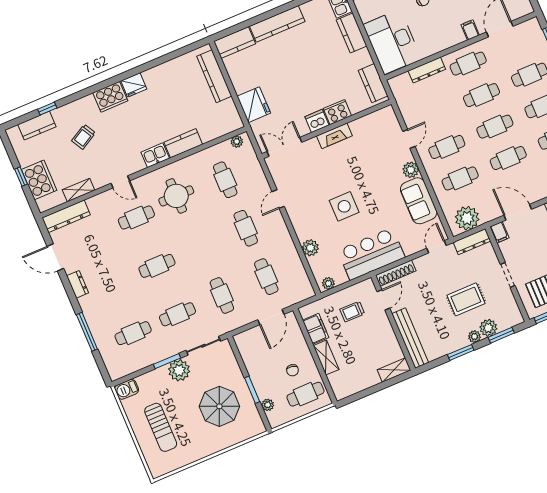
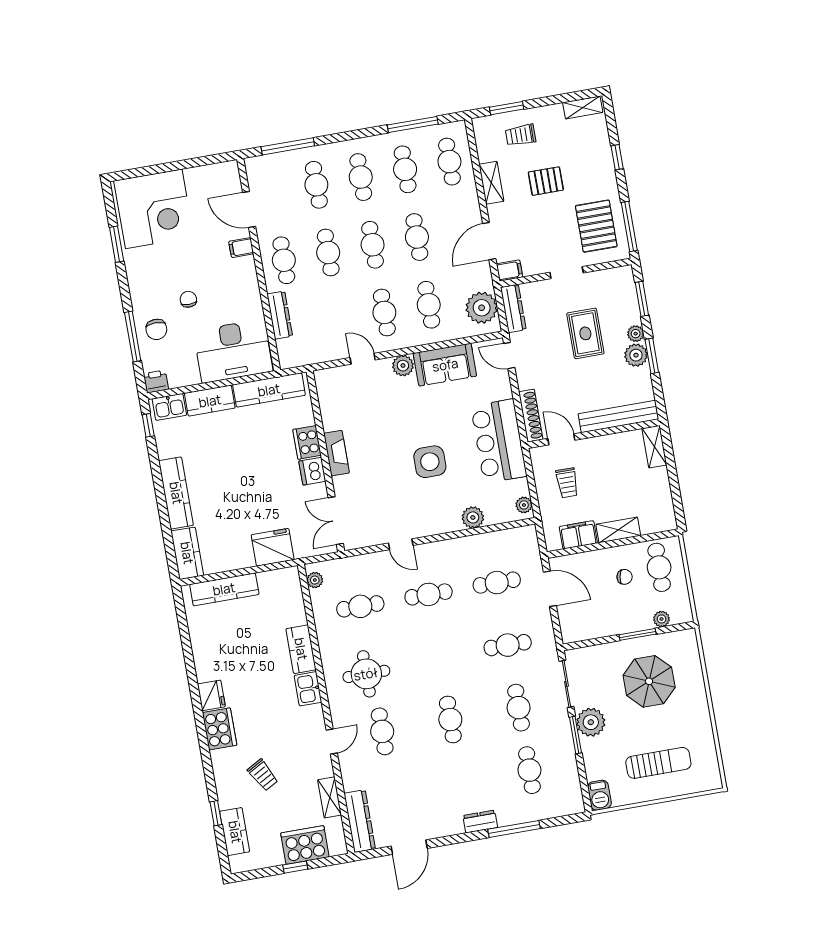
kitchen counter: (373, 83) -> (269, 390), width x1.50
dresser: (78, 284) -> (480, 822), moved
plant: (488, 328) -> (636, 355), moved

